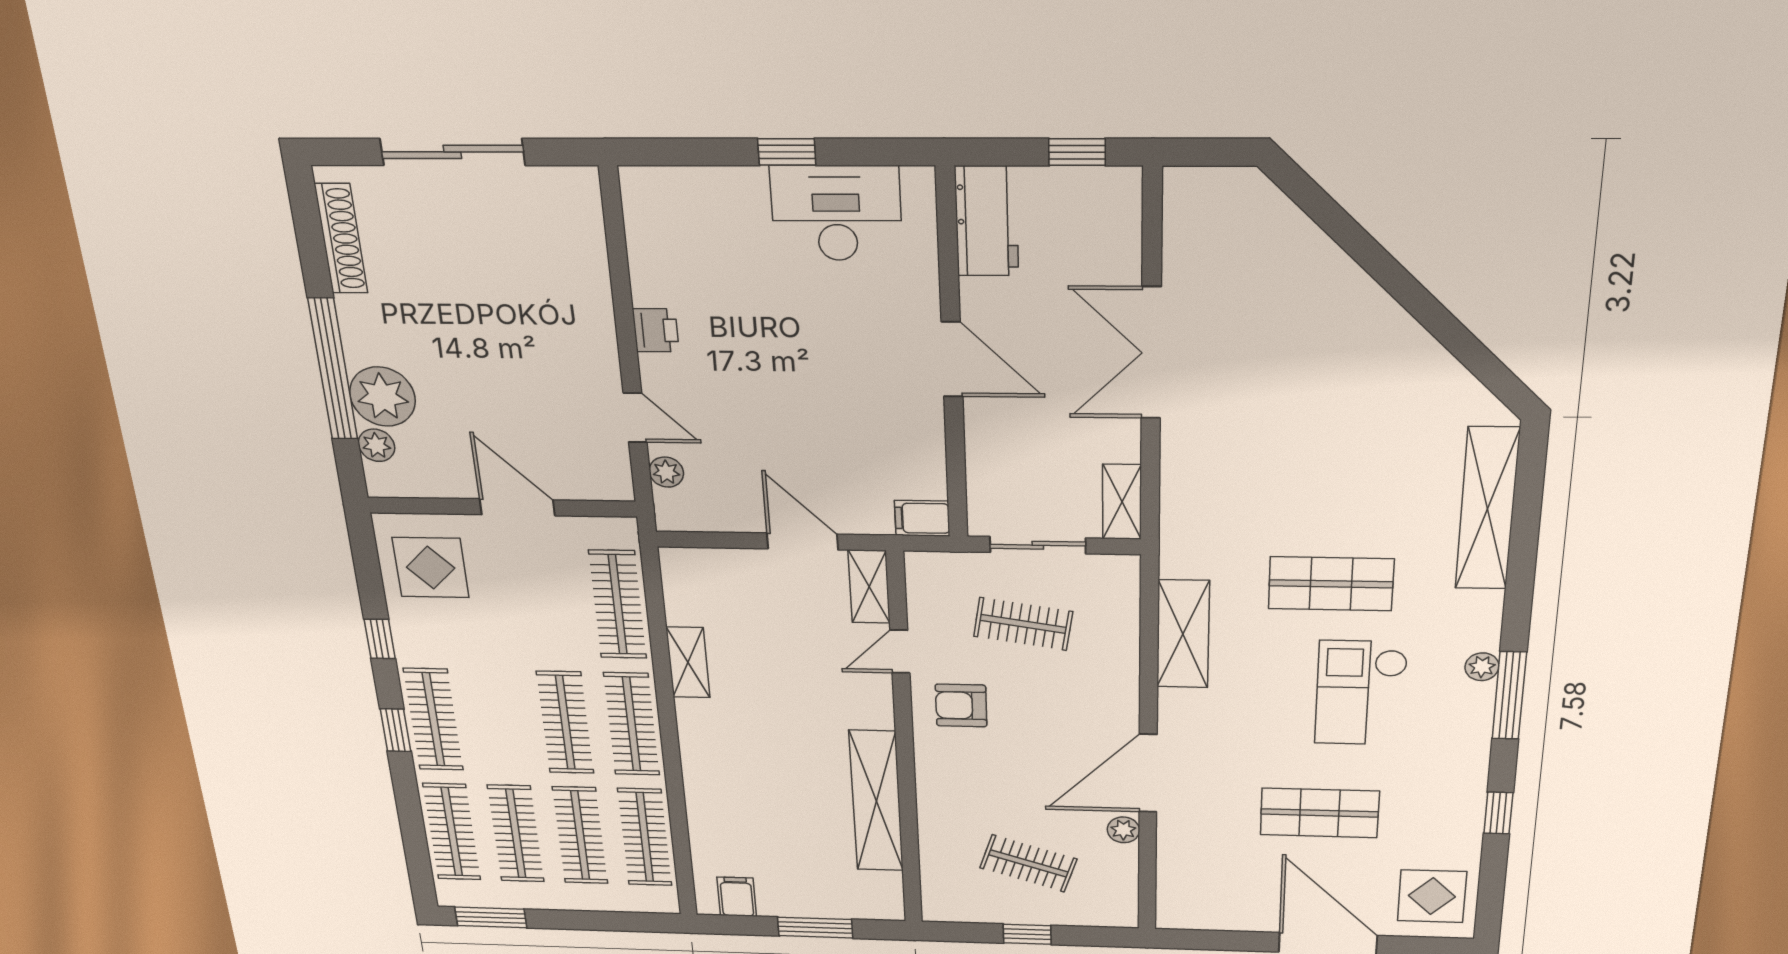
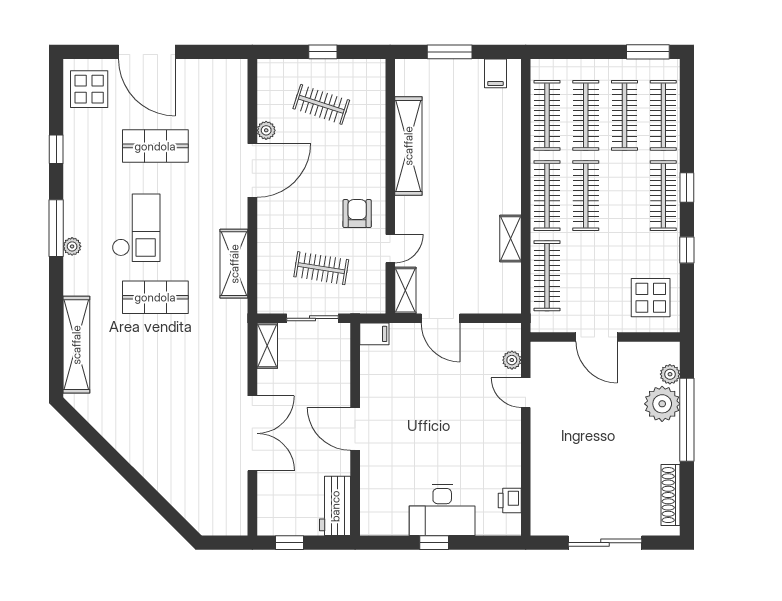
desk: (836, 213) -> (442, 510), moved
printer: (656, 330) -> (510, 500), moved
armchair: (961, 705) -> (357, 214), turned -90

